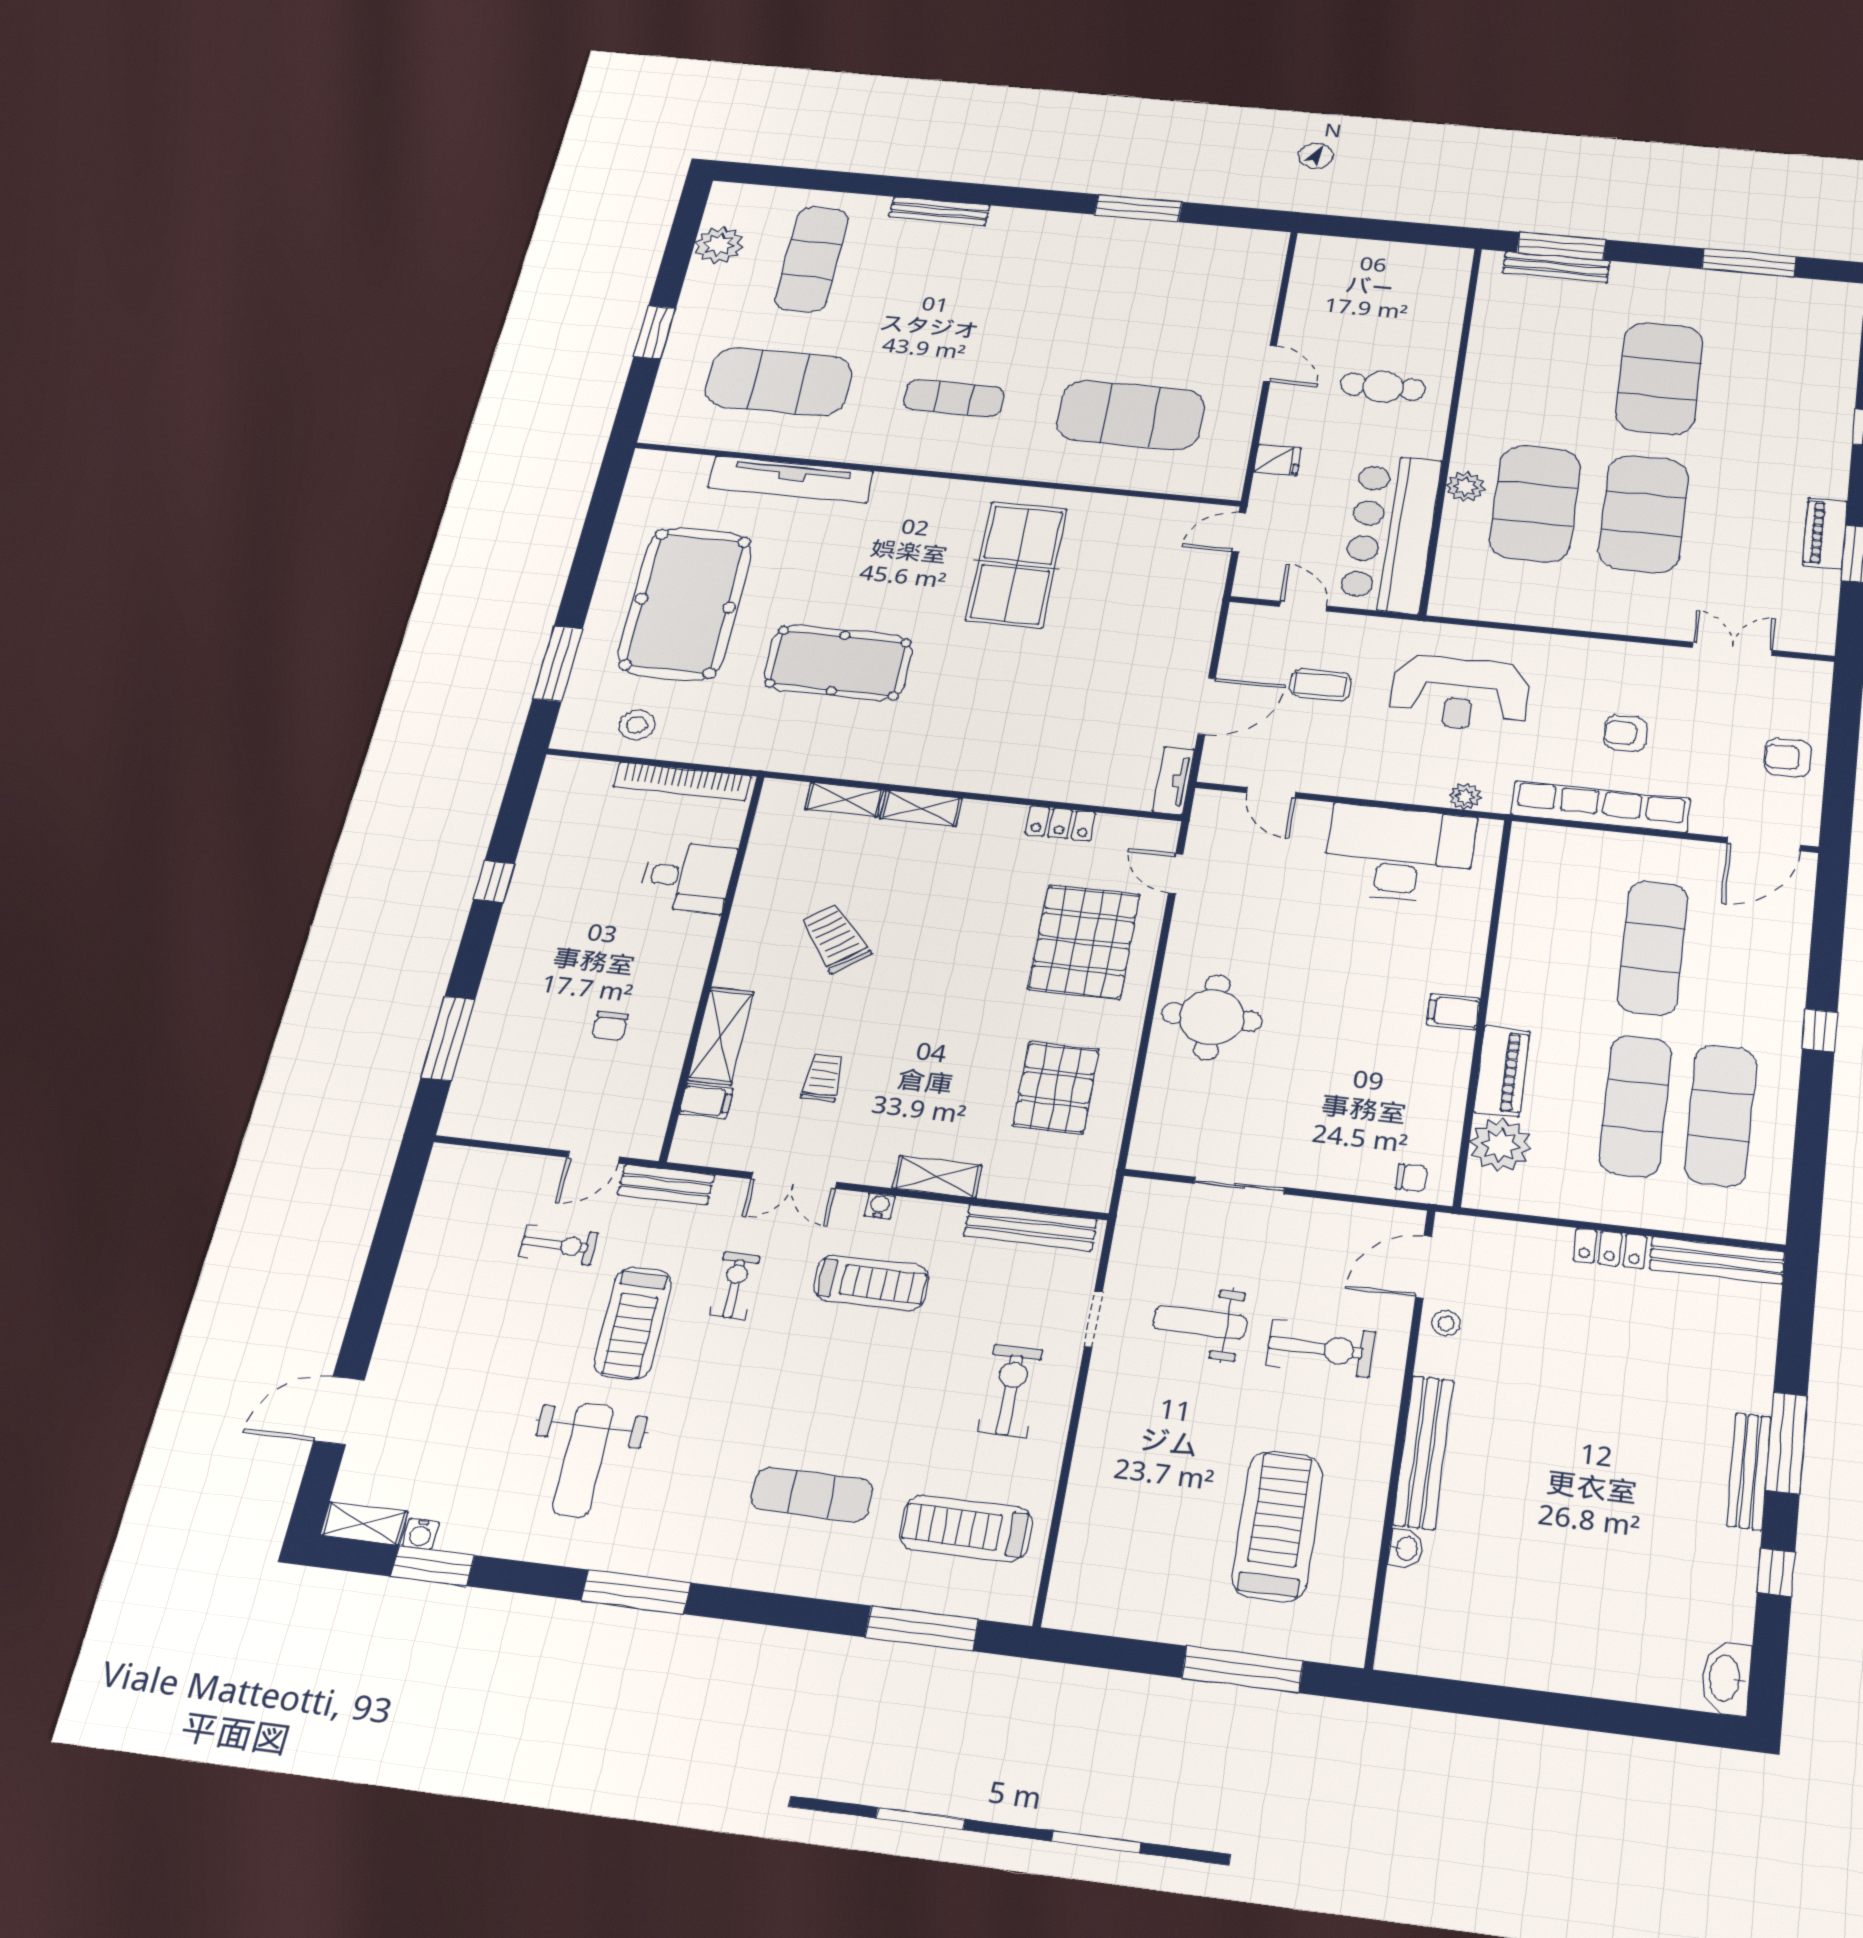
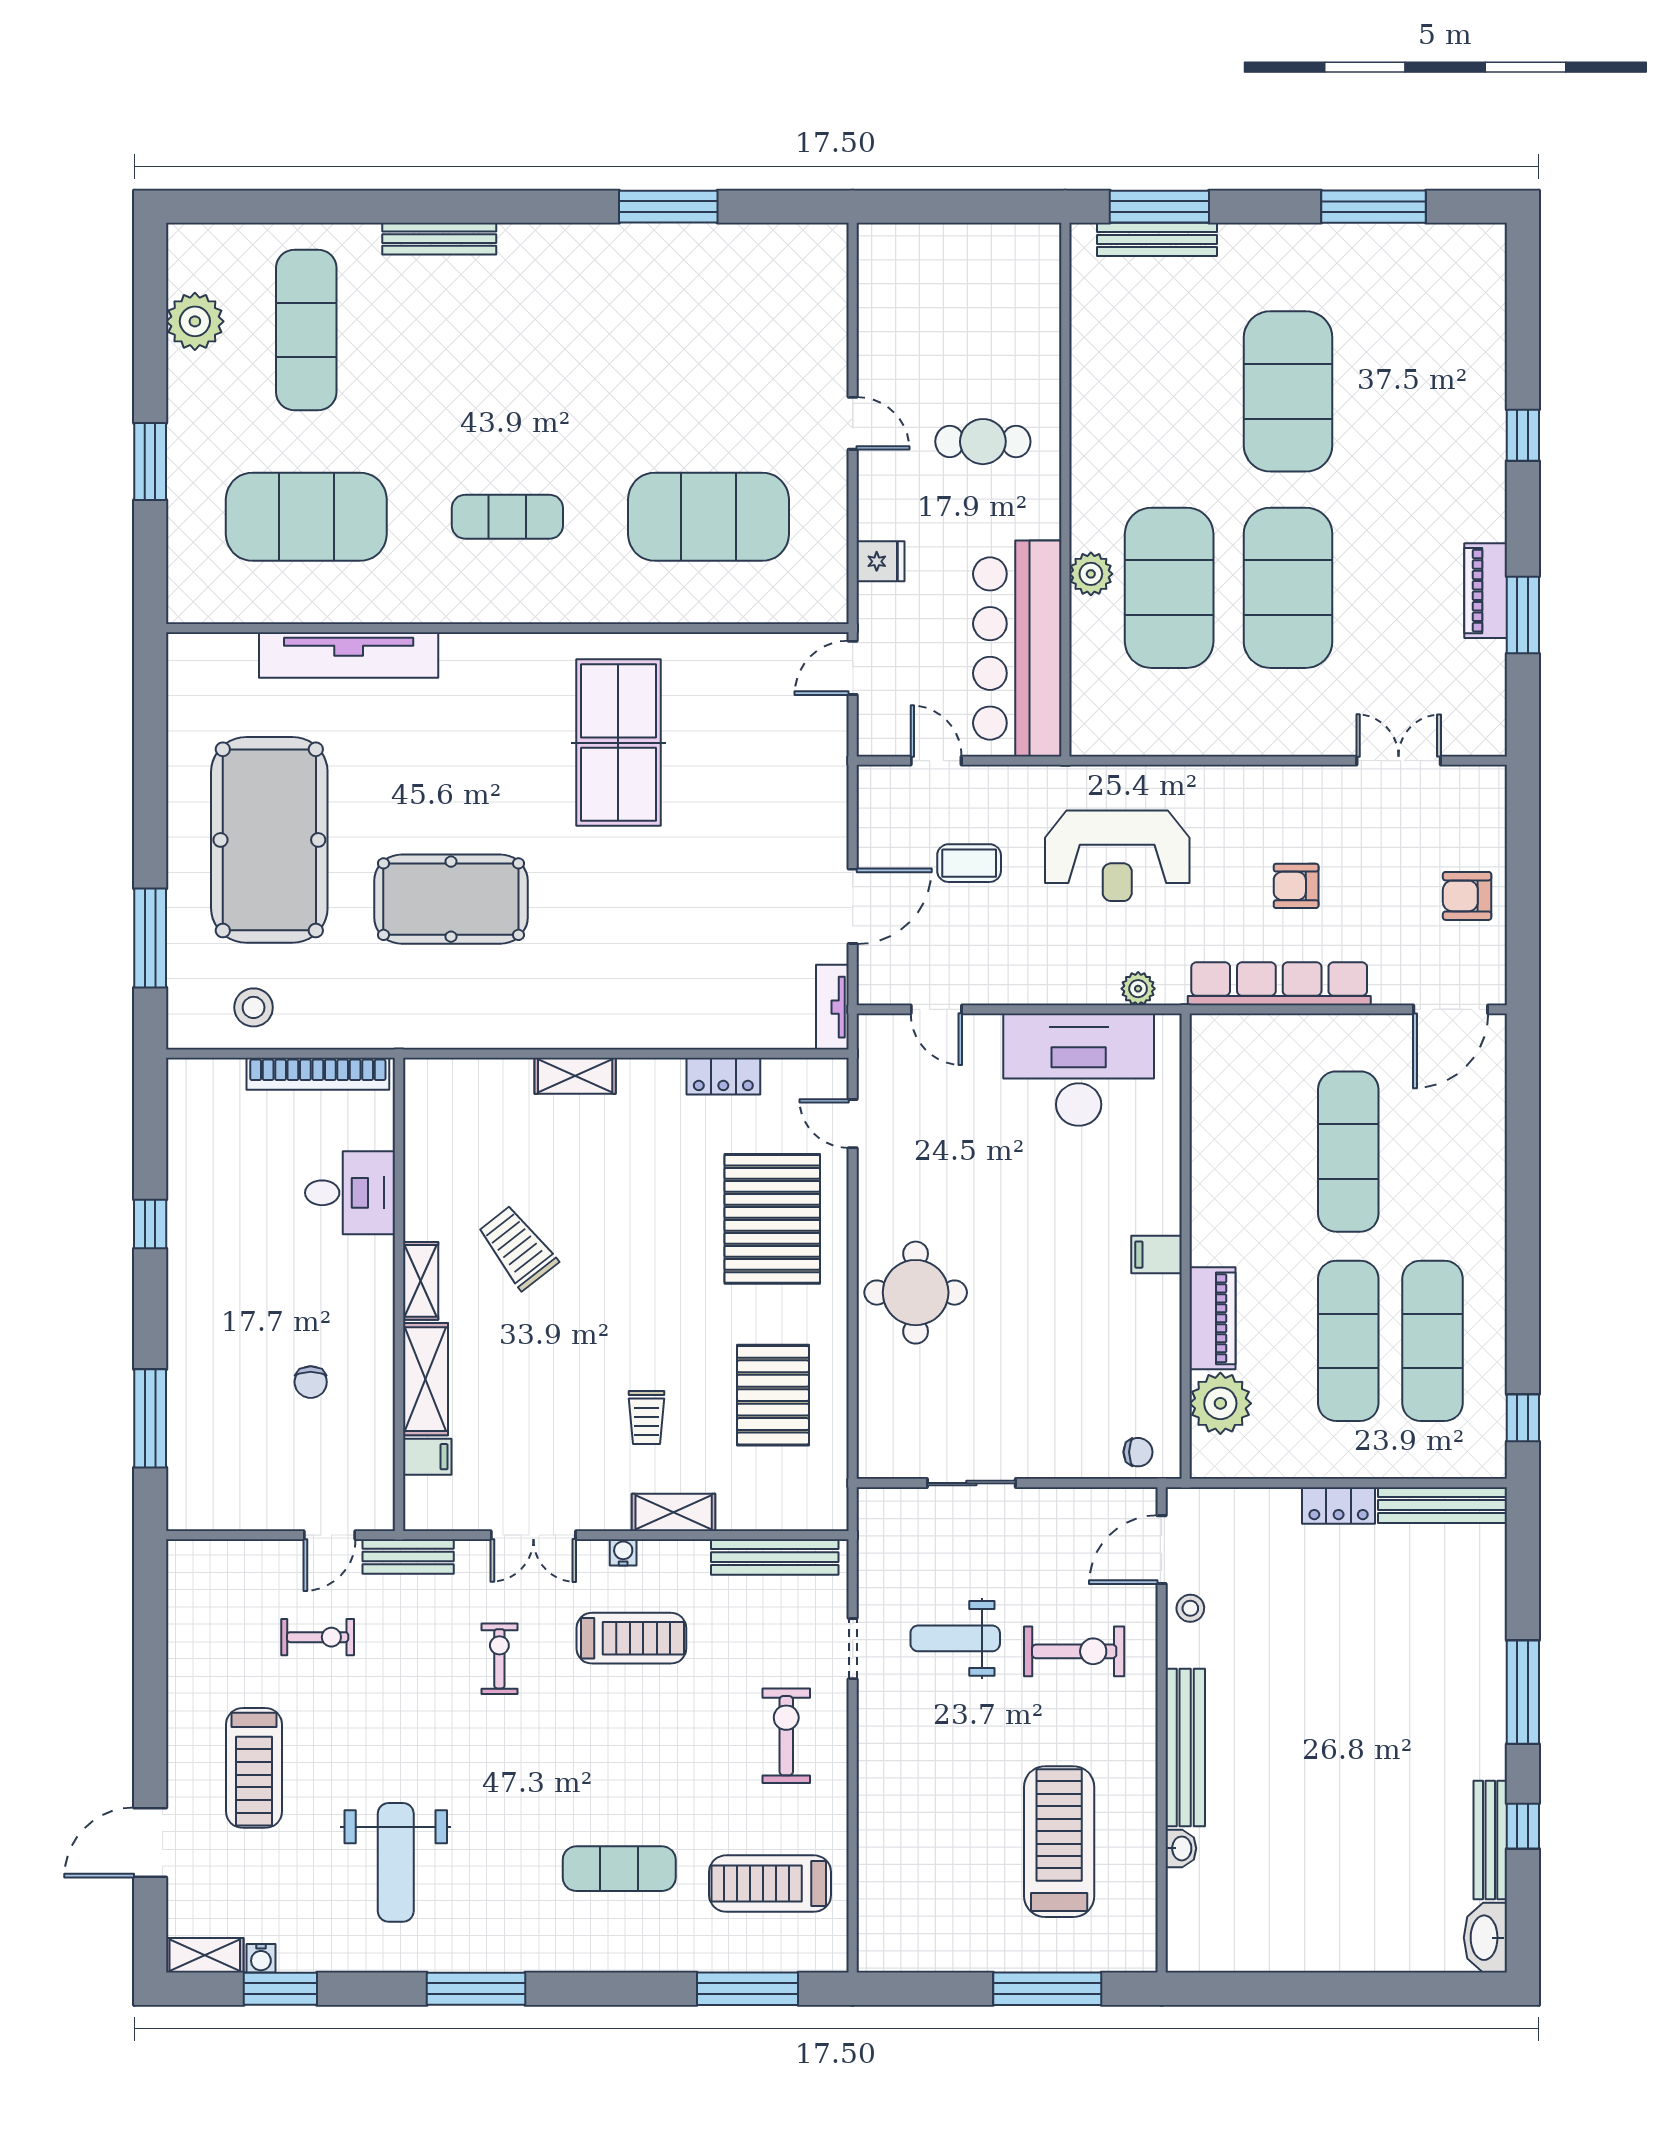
shelving: (844, 800) -> (421, 1281), moved, turned 90
window: (1820, 1030) -> (1523, 1418), moved
trolley: (823, 1078) -> (647, 1418), moved, turned 180
treadmill: (633, 1323) -> (254, 1768), moved
bench: (1749, 1471) -> (1490, 1840), moved

